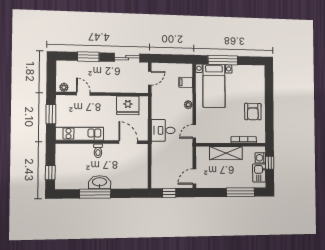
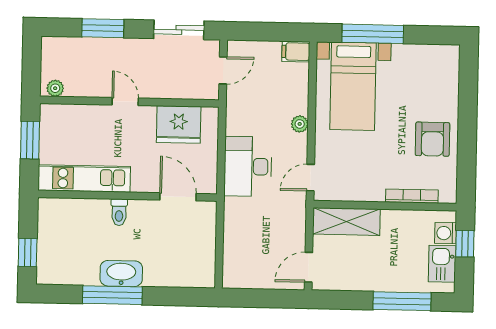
filing cabinet: (186, 82) -> (296, 52), moved
door: (83, 94) -> (125, 102), moved
desk: (163, 130) -> (248, 166), width x1.37
shelving: (226, 153) -> (346, 222), moved
window: (169, 193) -> (257, 298), removed

